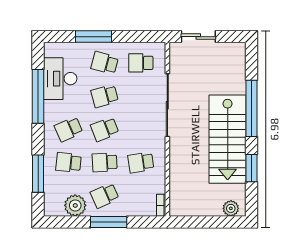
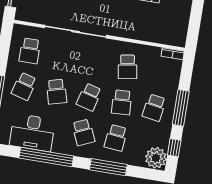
school desk: (105, 129) -> (89, 97), turned 36
window: (38, 174) -> (108, 167), moved
school desk: (105, 196) -> (154, 108), turned 33
plant: (75, 205) -> (156, 158), moved
window: (68, 222) -> (174, 148), added

